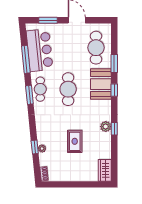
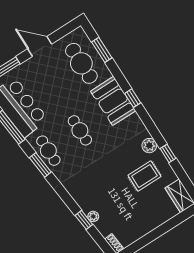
window: (114, 64) -> (102, 50), moved
cafe table: (68, 89) -> (80, 130), width x0.73, depth x0.74
window: (114, 129) -> (168, 153), moved
rug: (75, 141) -> (144, 176), moved, turned 90

